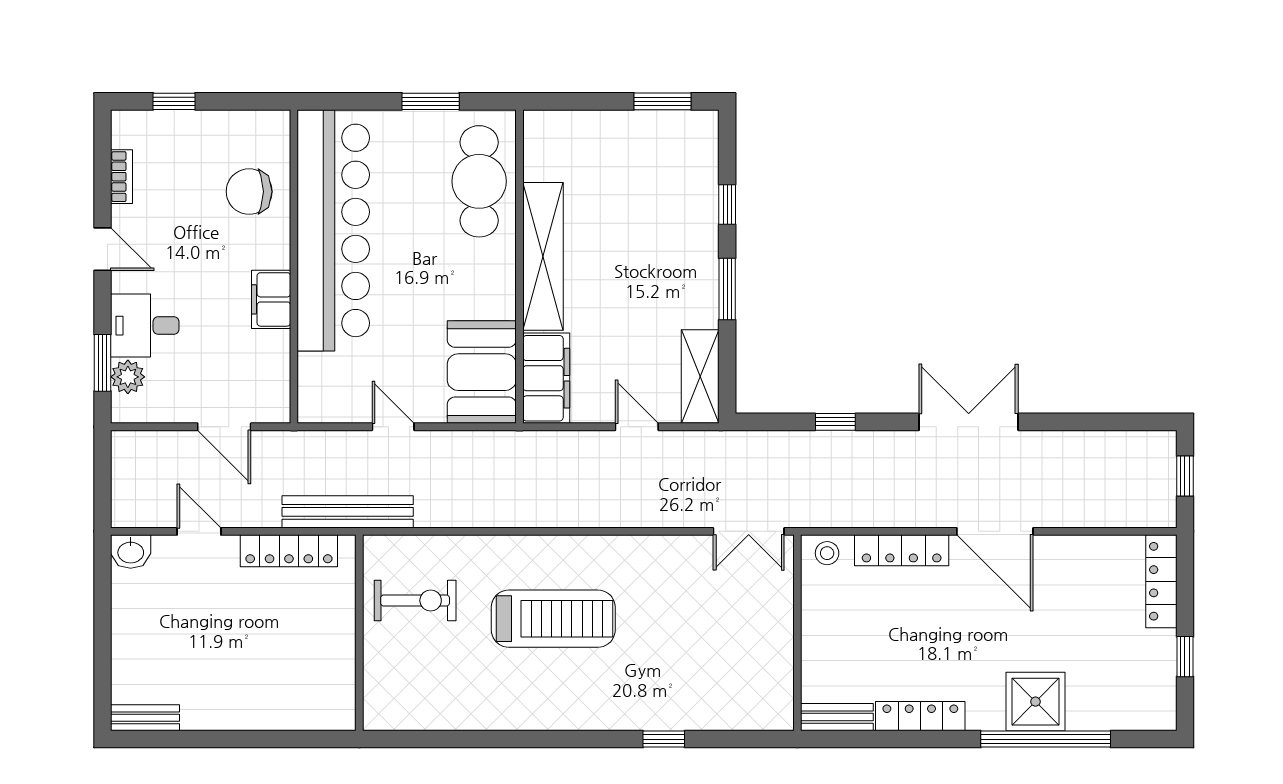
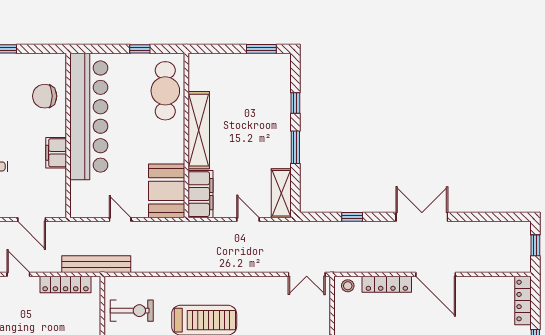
window: (431, 101) -> (140, 49), width x0.67

